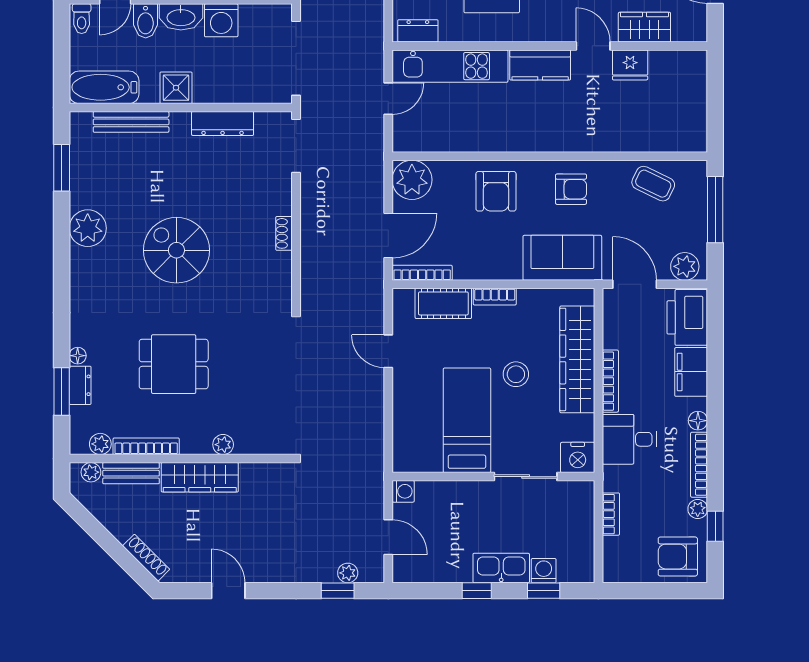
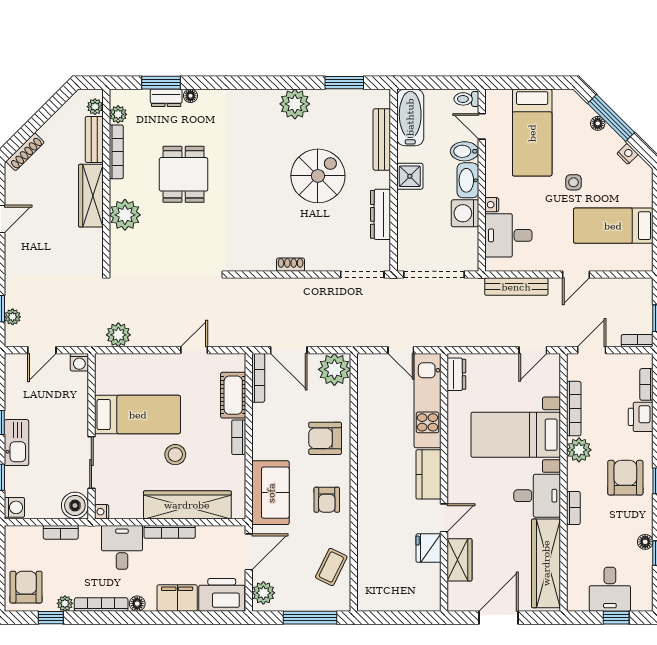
spiral stairs: (176, 250) -> (318, 176), moved
plant: (370, 444) -> (118, 335), added
plant: (223, 445) -> (125, 215), width x1.88, depth x1.88
nightstand: (578, 457) -> (102, 512), width x0.53, depth x0.56
boiler: (578, 497) -> (75, 505), added
washing machine: (544, 571) -> (14, 507), moved

